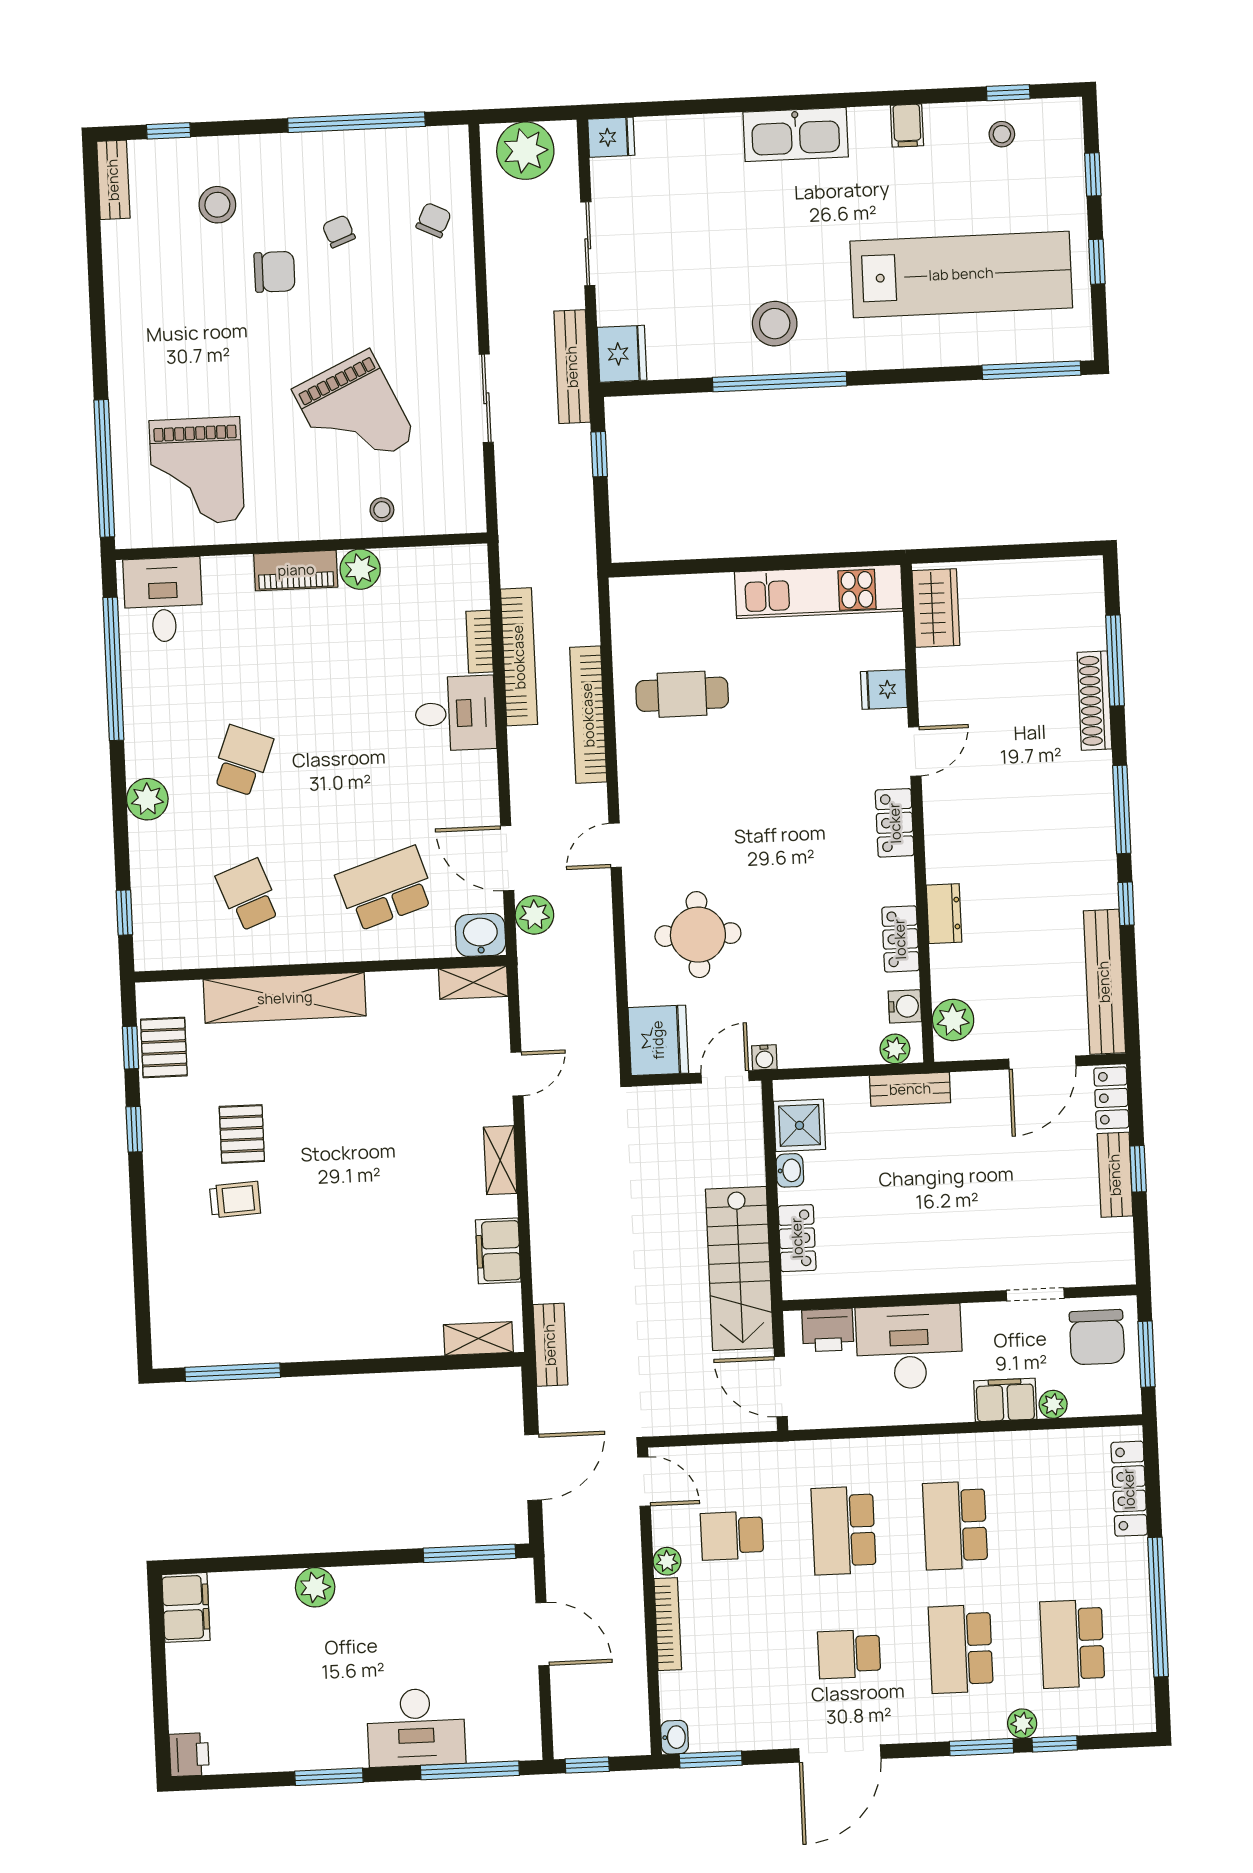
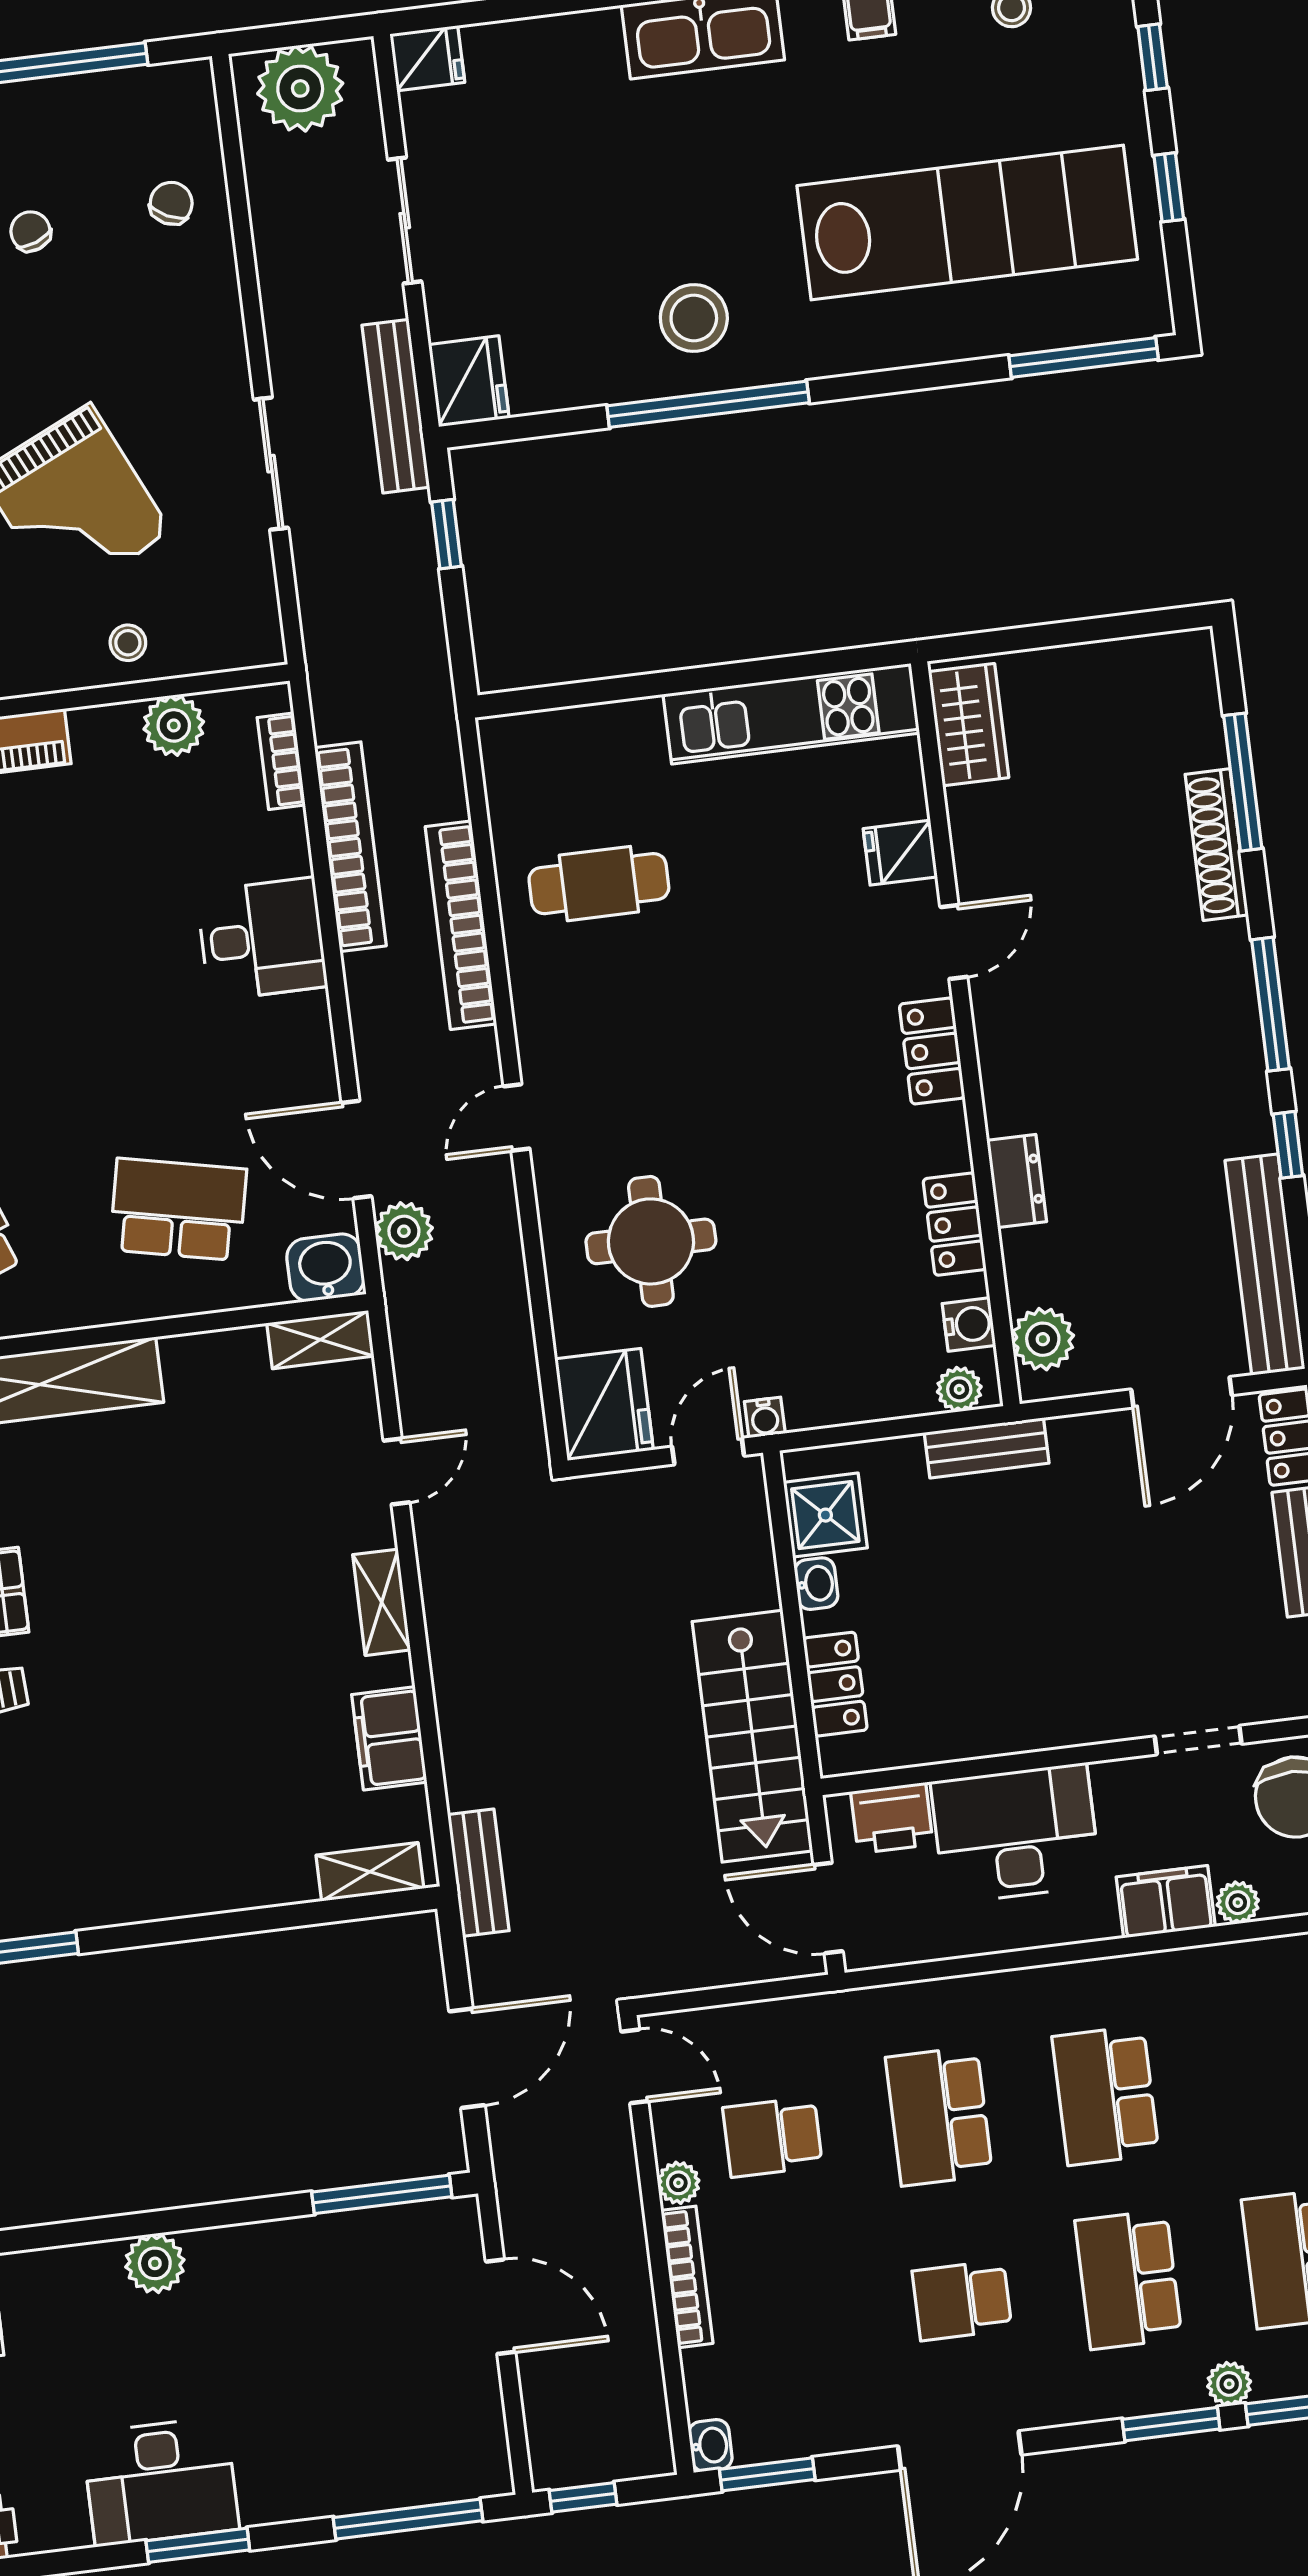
plant: (360, 569) -> (174, 725), moved
bookcase: (480, 642) -> (281, 761), moved
school desk: (386, 889) -> (178, 1209), turned 30
desk: (416, 1727) -> (161, 2481), moved

